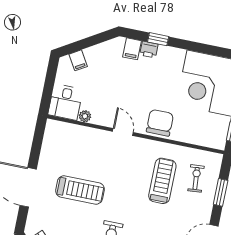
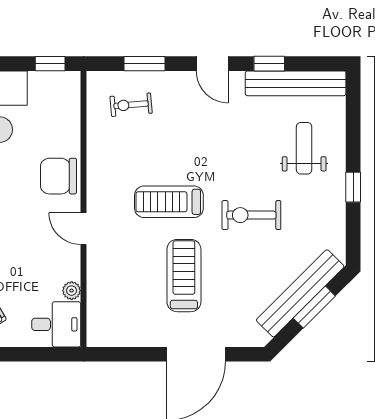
door: (123, 132) -> (84, 229), hinge flipped
treadmill: (162, 181) -> (169, 202), moved

